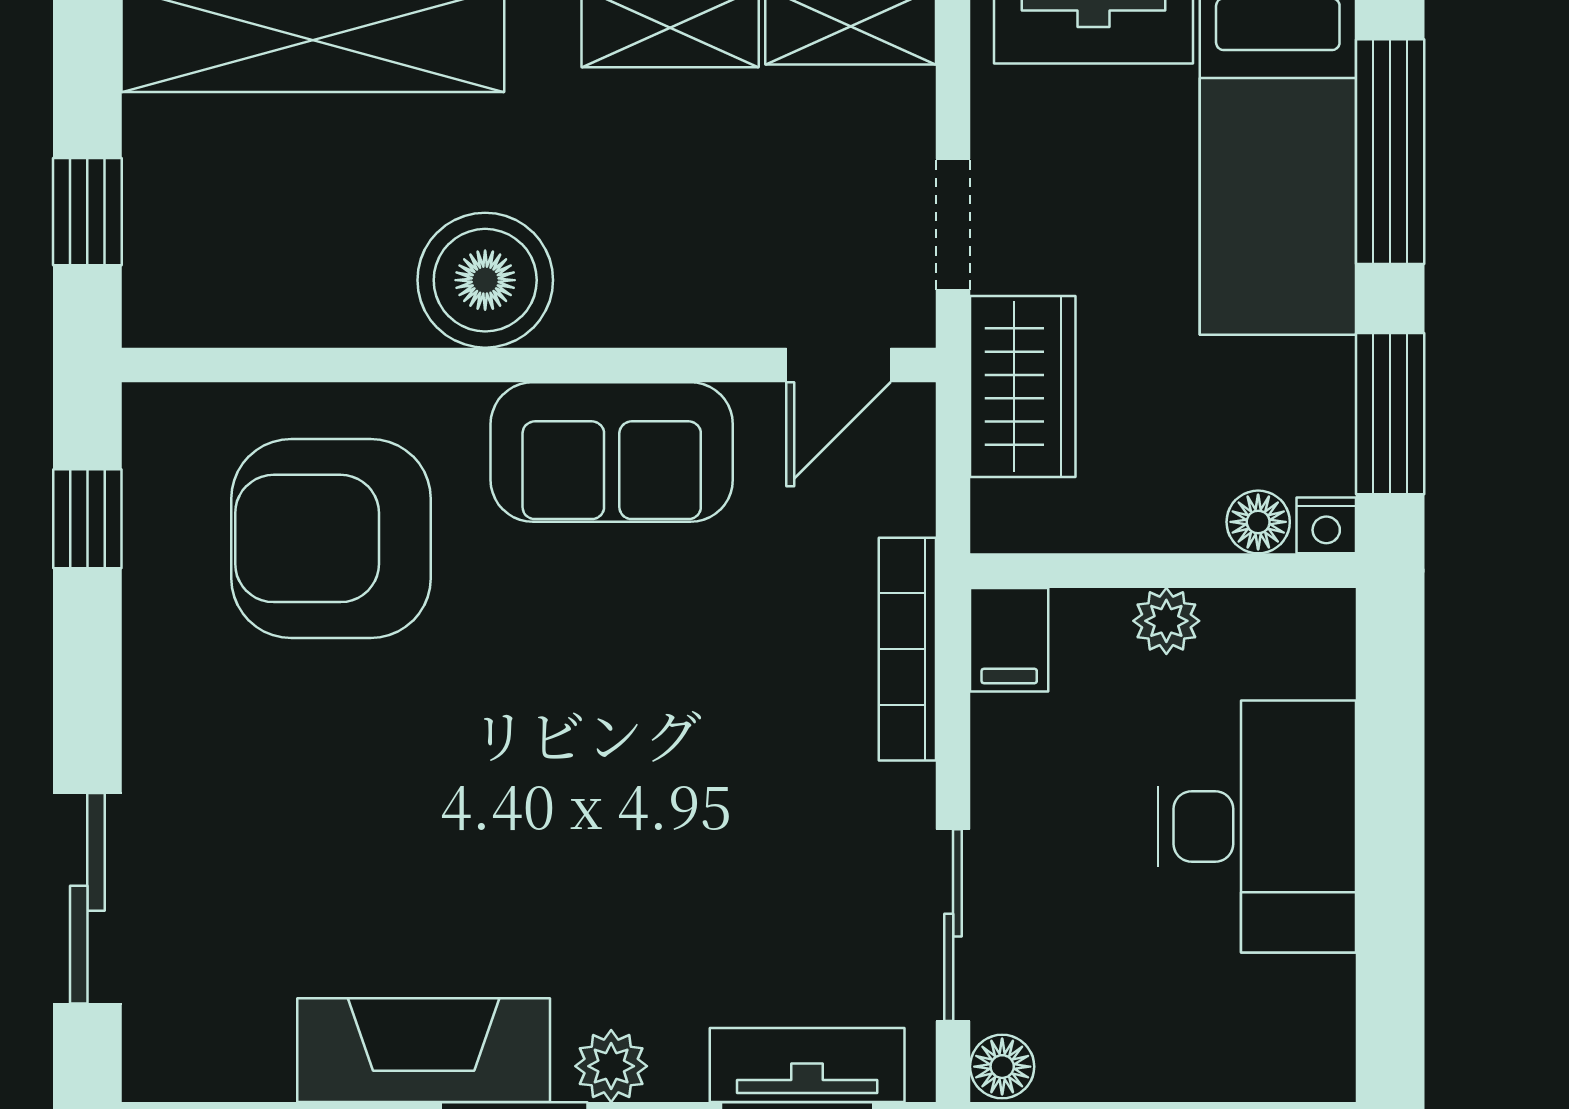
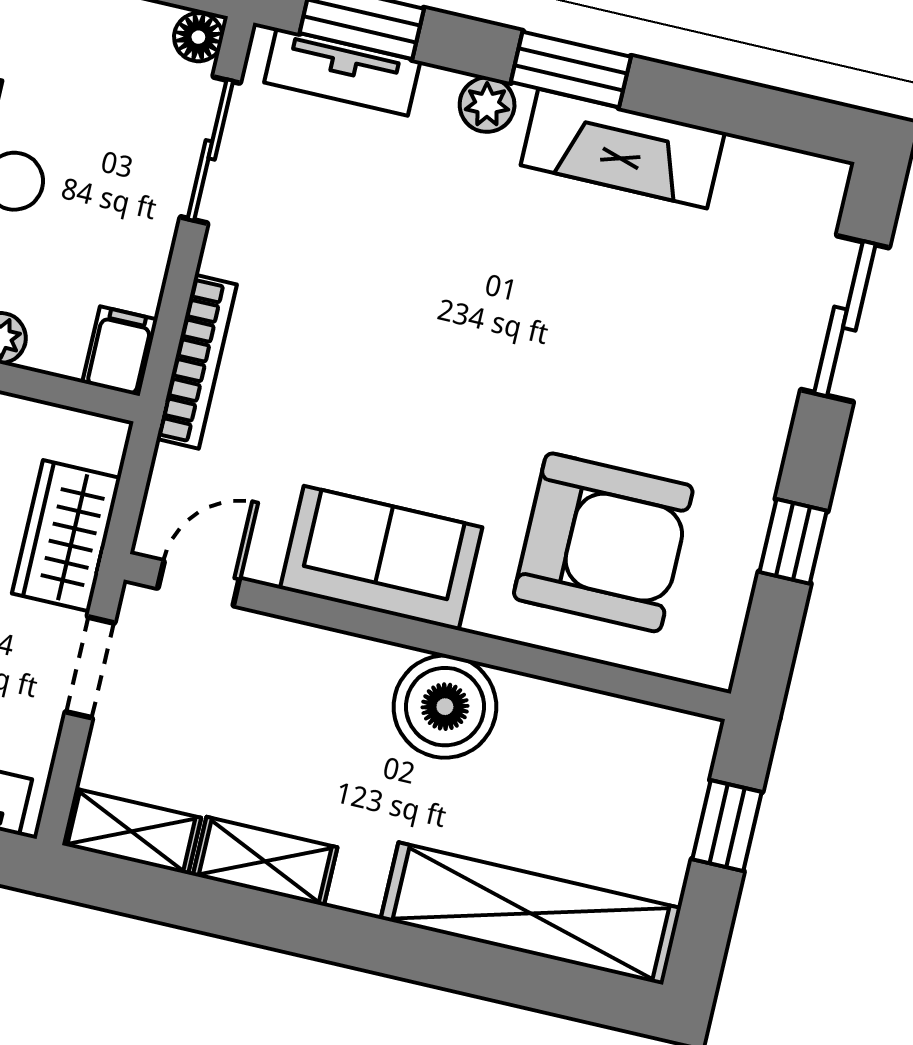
window: (87, 519) -> (793, 541), moved

